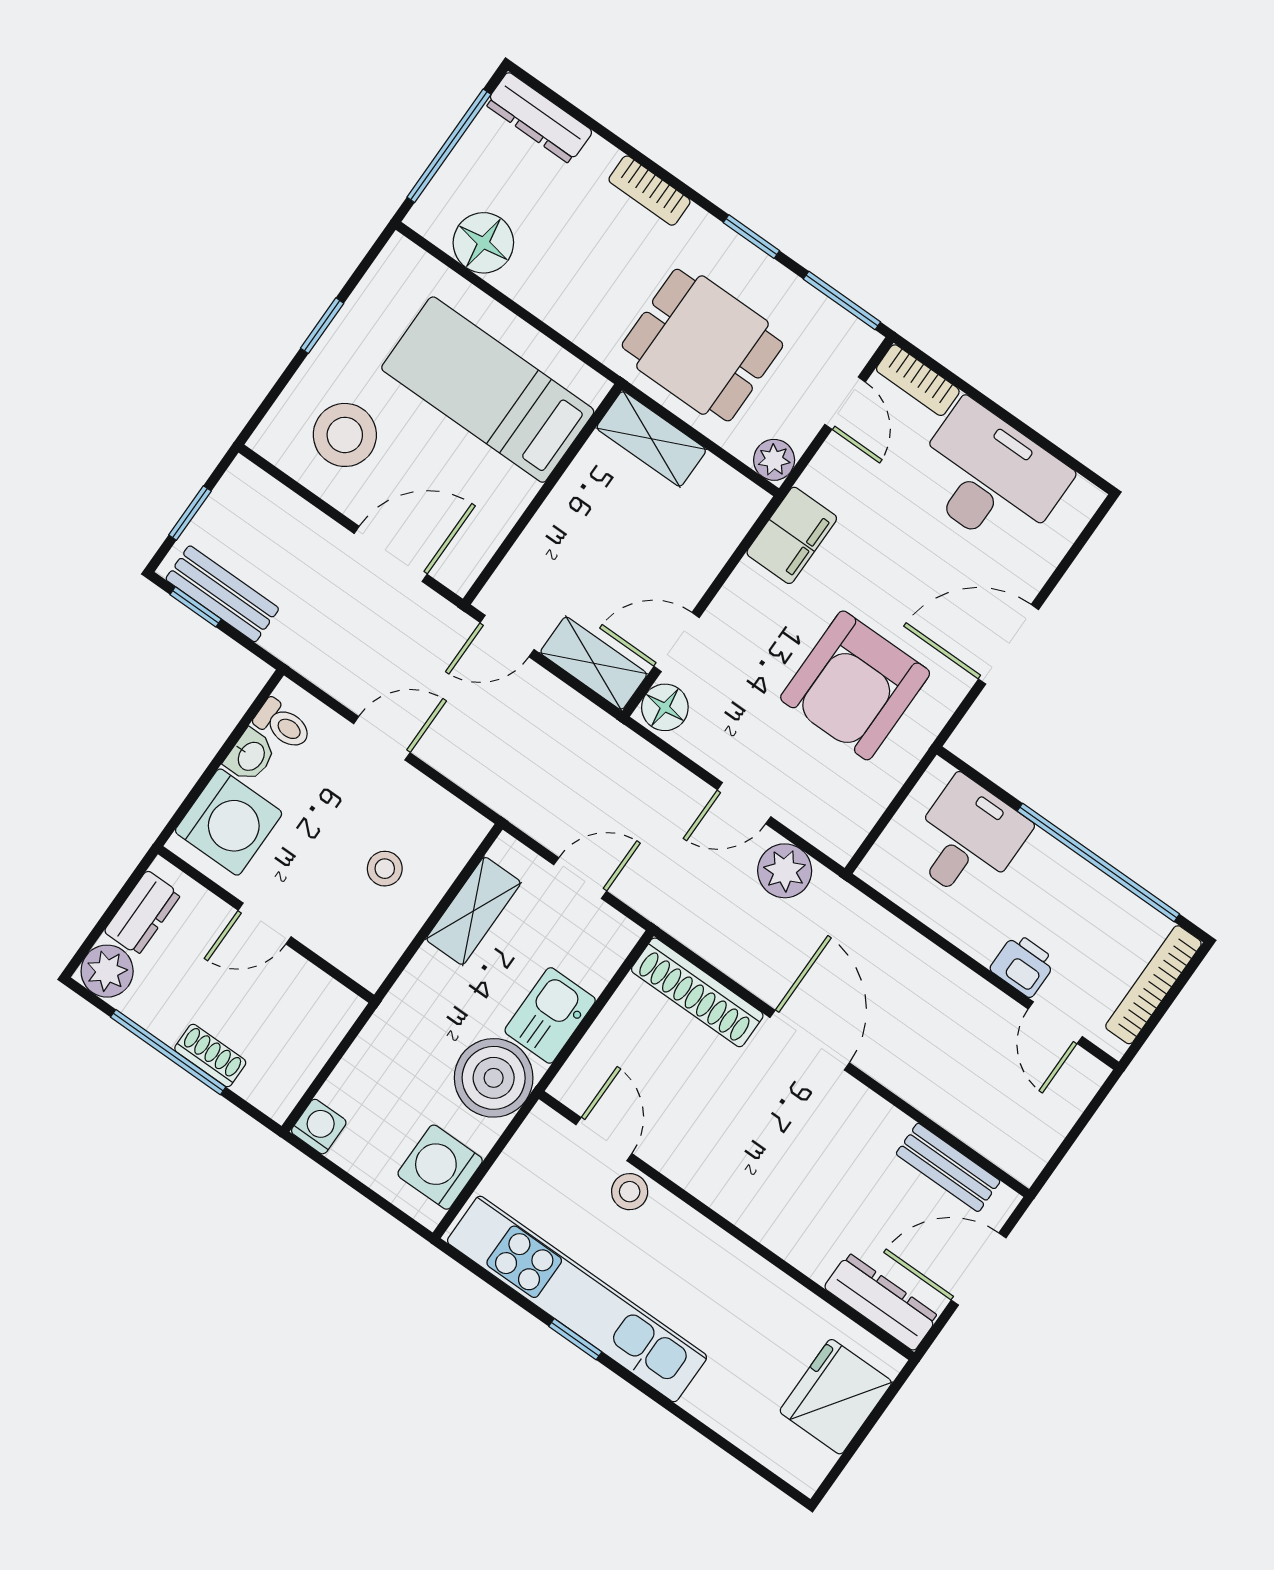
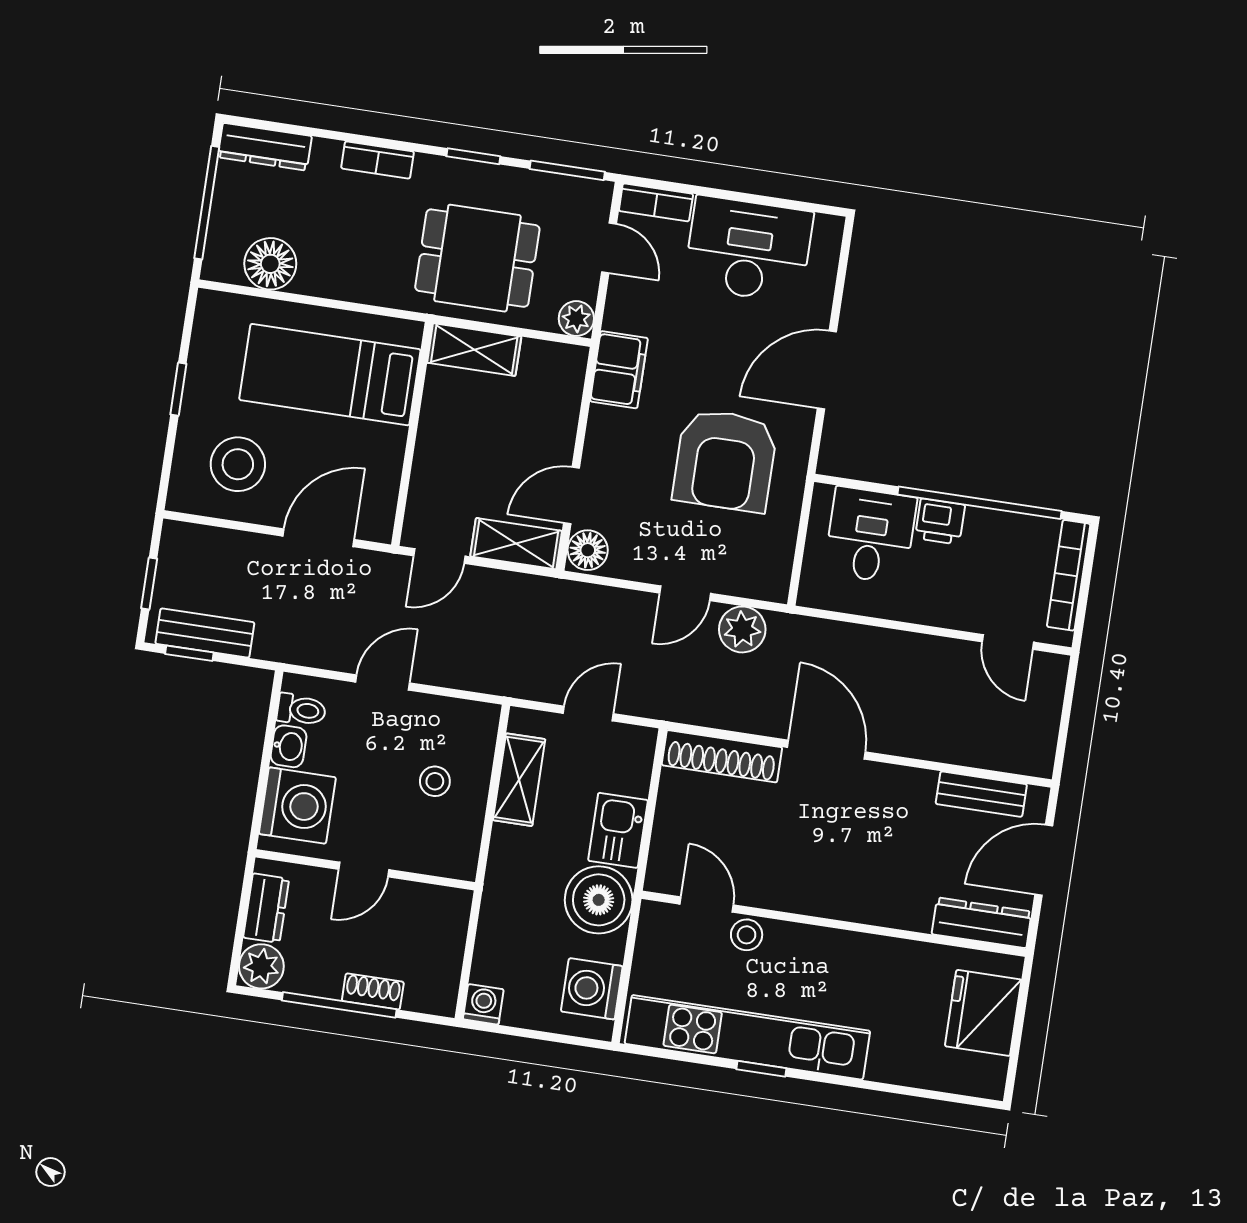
printer: (1023, 965) -> (940, 522), moved, turned 180

